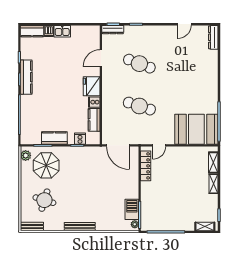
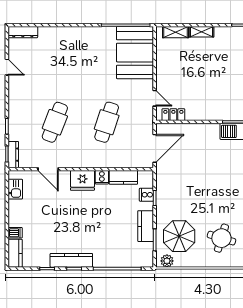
kitchen sink: (62, 31) -> (15, 189), moved
locker: (146, 166) -> (173, 115), width x0.66

